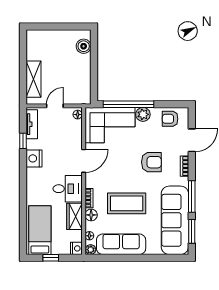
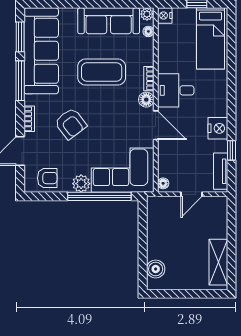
shelving: (34, 79) -> (218, 262), moved
door: (84, 161) -> (156, 125), swing flipped
armchair: (151, 162) -> (71, 124), turned -127
floor lamp: (91, 215) -> (146, 100), moved
wardrobe: (74, 216) -> (167, 56), removed

